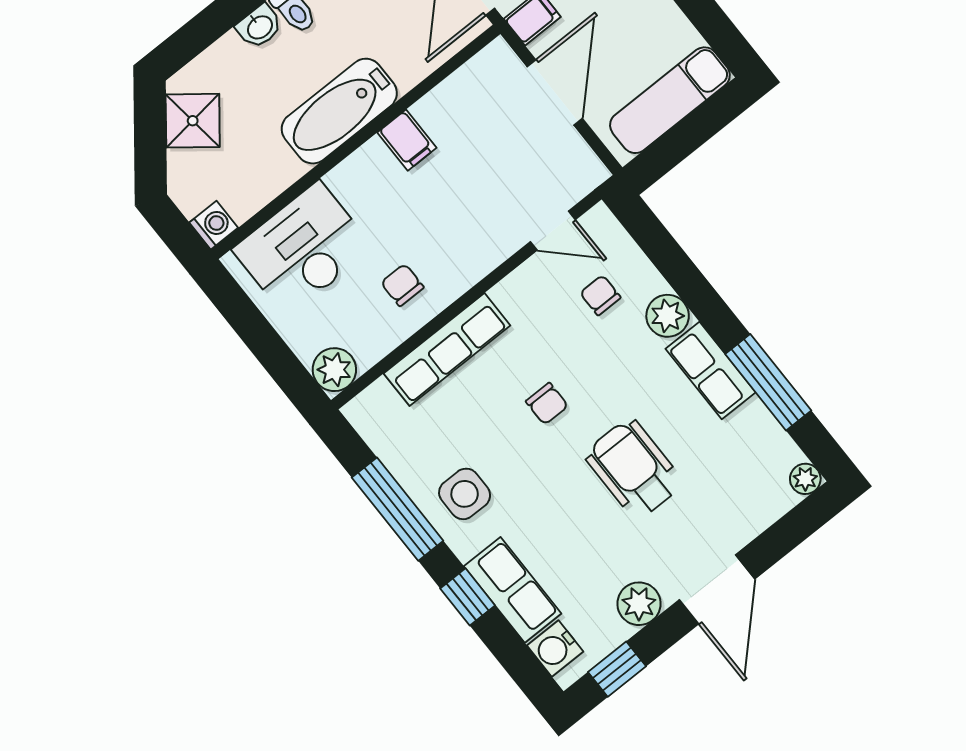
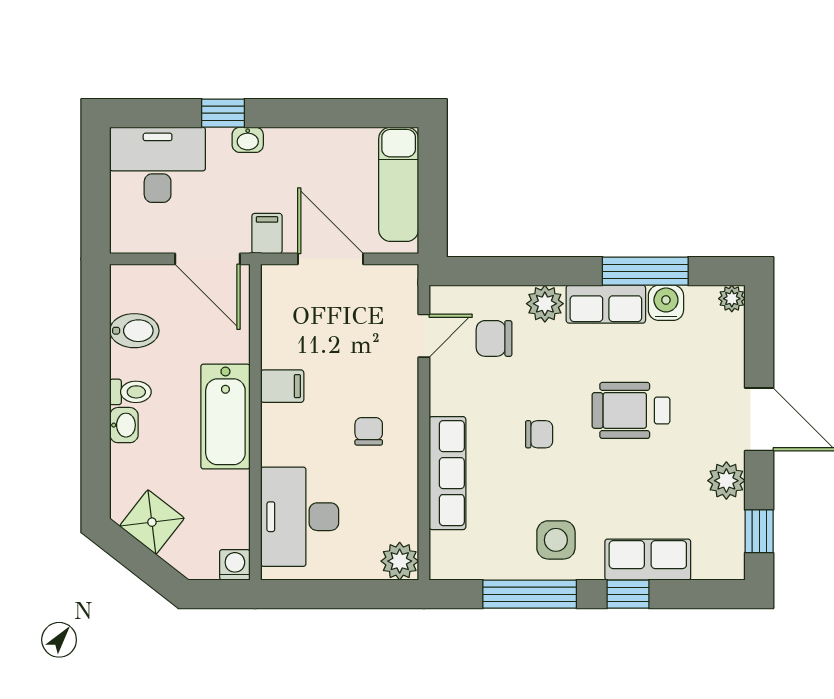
chair: (402, 285) -> (369, 431), moved, turned 90
chair: (600, 295) -> (494, 338), width x1.37, depth x1.37
water cooler: (555, 648) -> (666, 303), moved, turned 180

